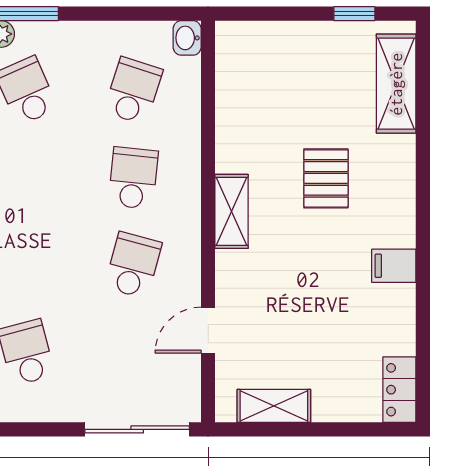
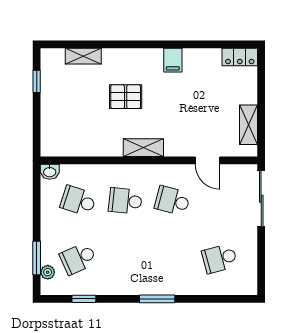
shelving: (396, 84) -> (83, 56), width x0.67, depth x0.75

